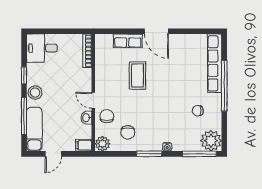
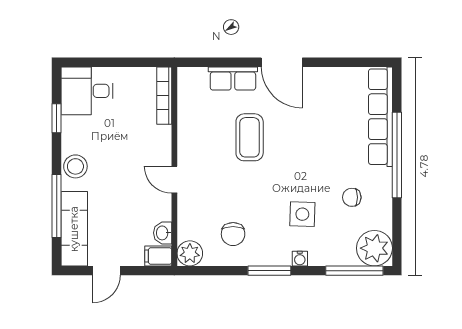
window: (24, 75) -> (57, 118), moved
chair: (107, 116) -> (197, 207), removed
washbasin: (86, 118) -> (163, 233), moved
side table: (169, 121) -> (302, 214), added

